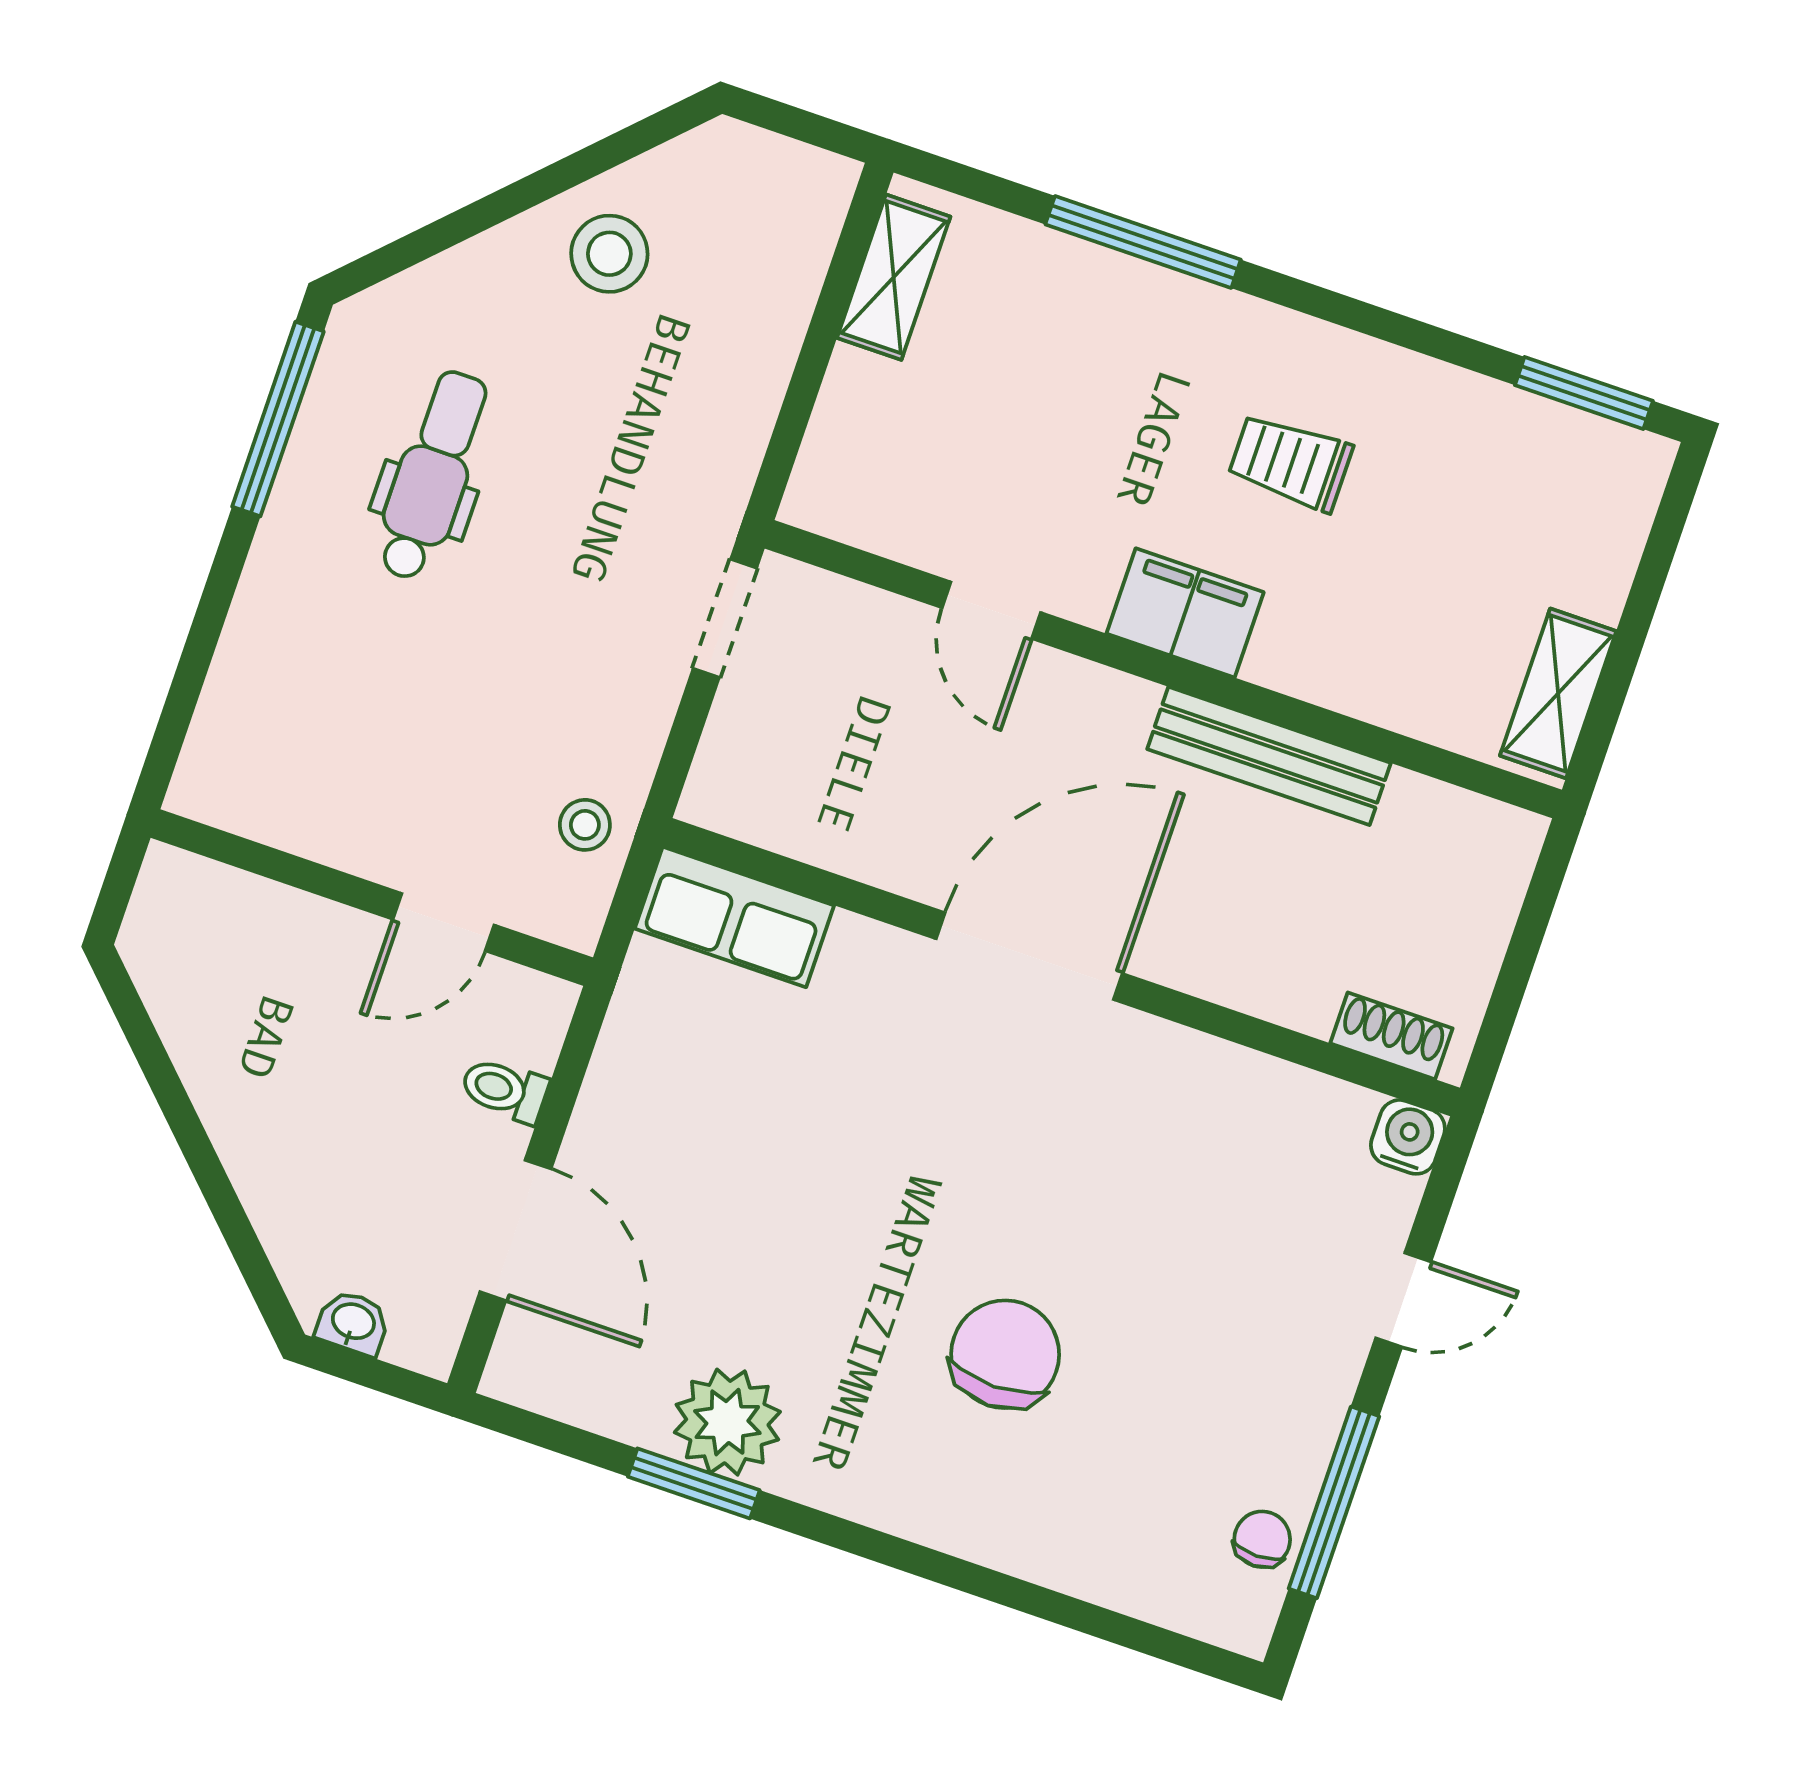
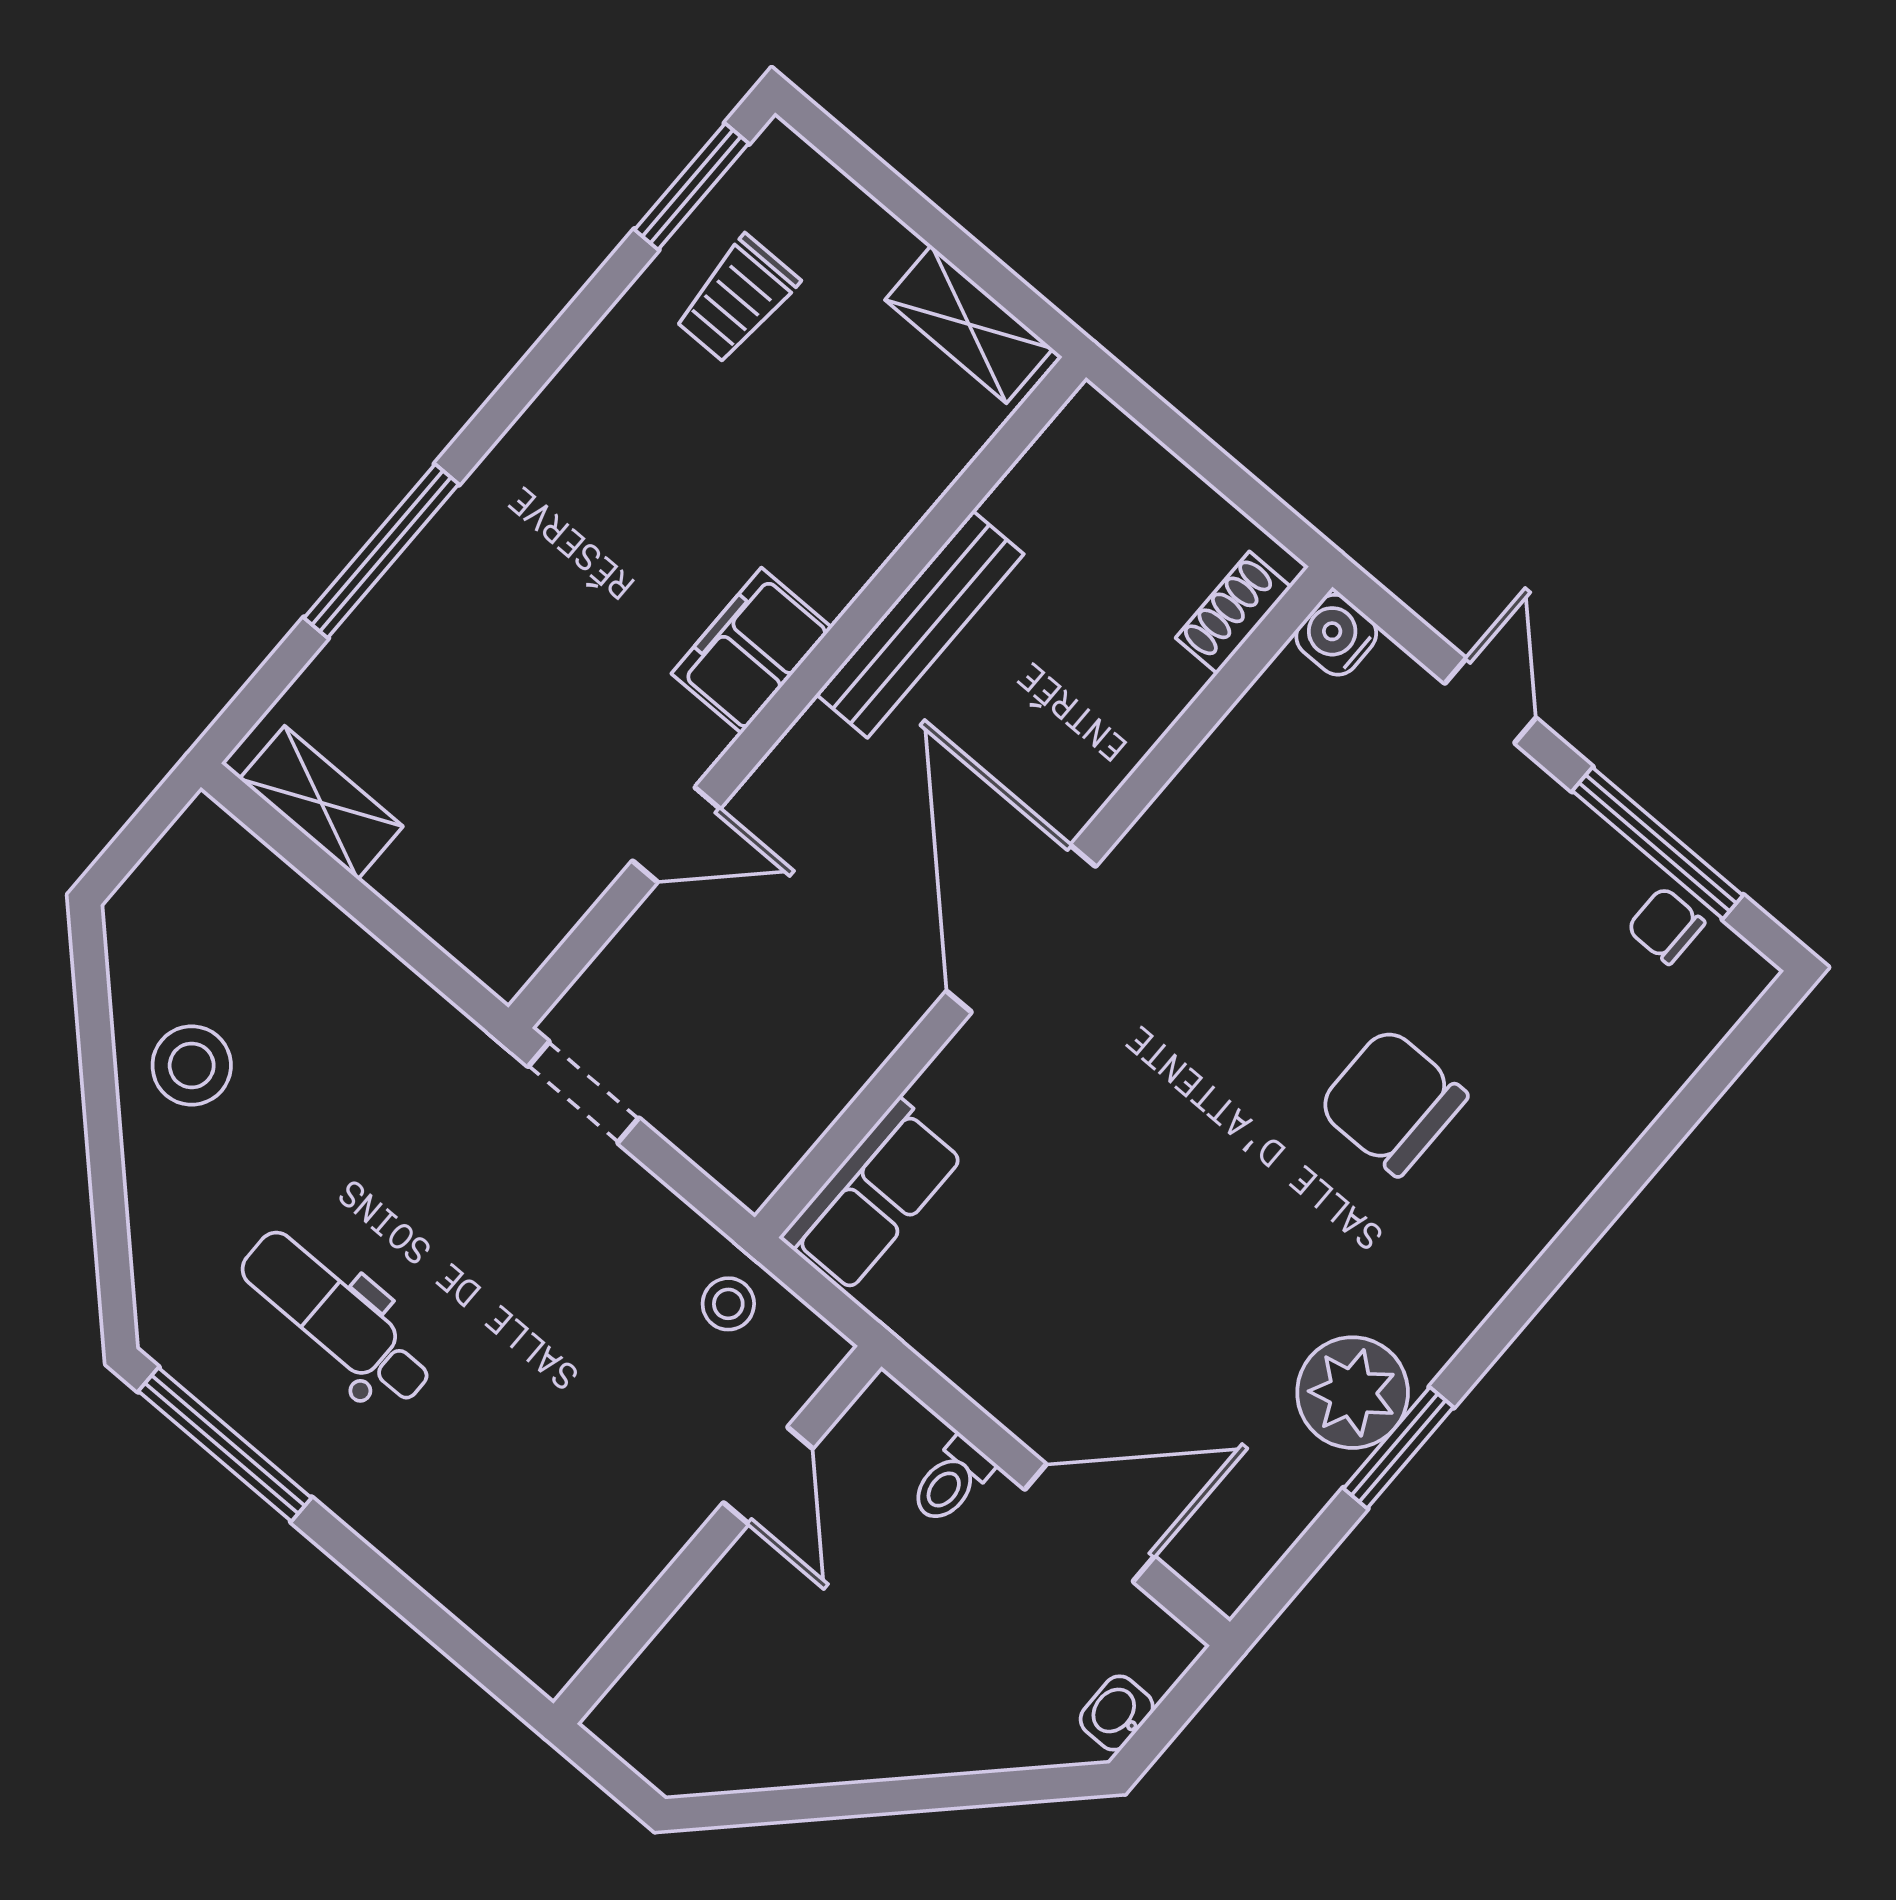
trolley: (1290, 462) -> (737, 299), moved

